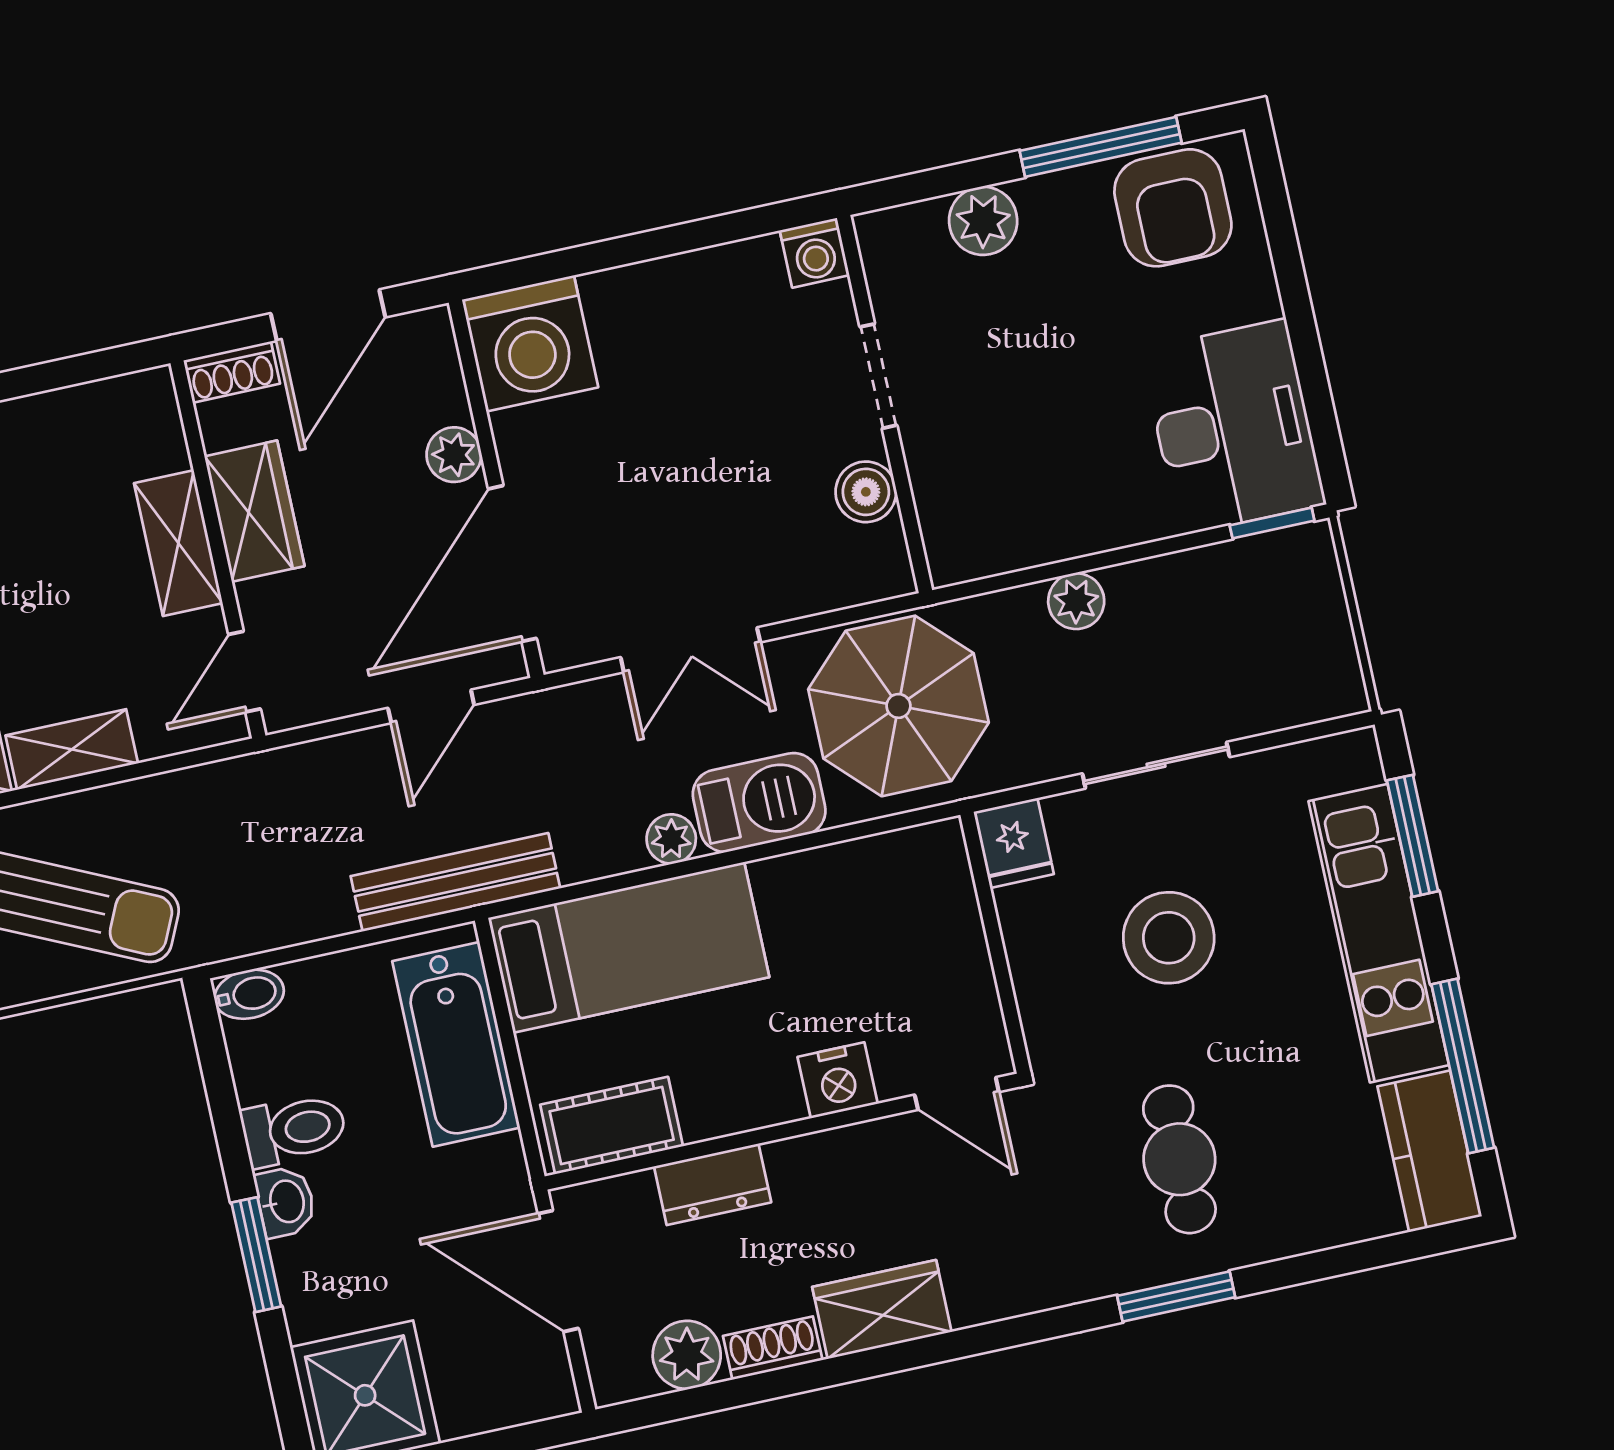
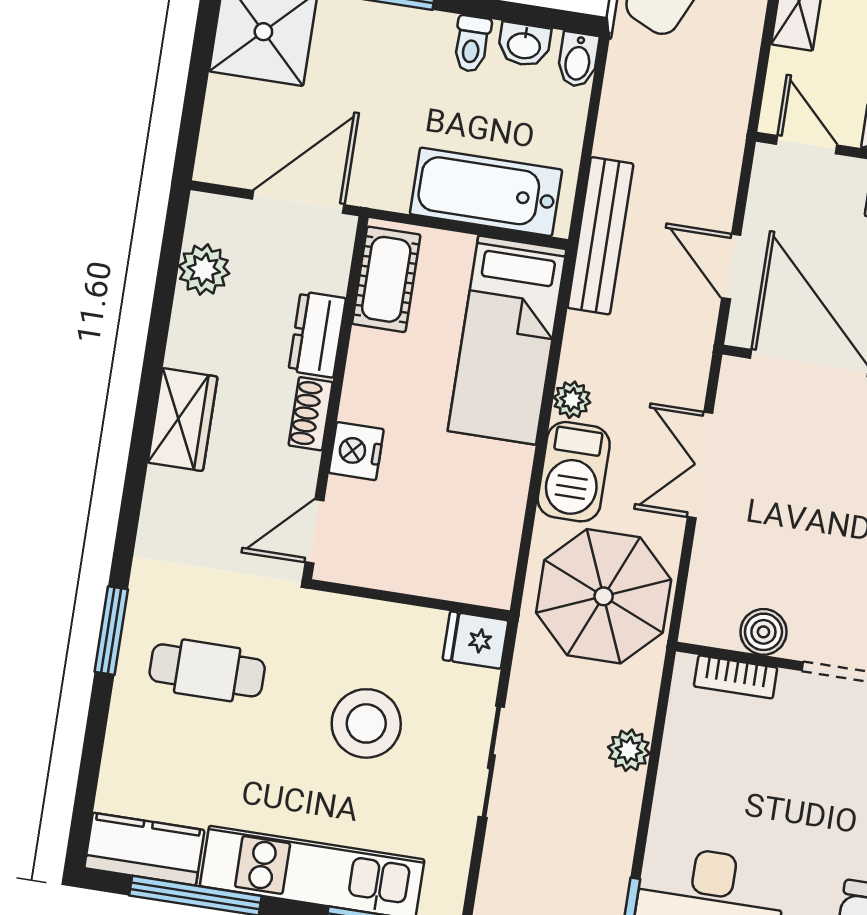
bookcase: (935, 505) -> (736, 677), added
toilet: (294, 1130) -> (472, 44), width x0.73, depth x0.72
washbasin: (285, 1202) -> (524, 45), moved
shoe rack: (773, 1348) -> (311, 414), moved, turned 180

